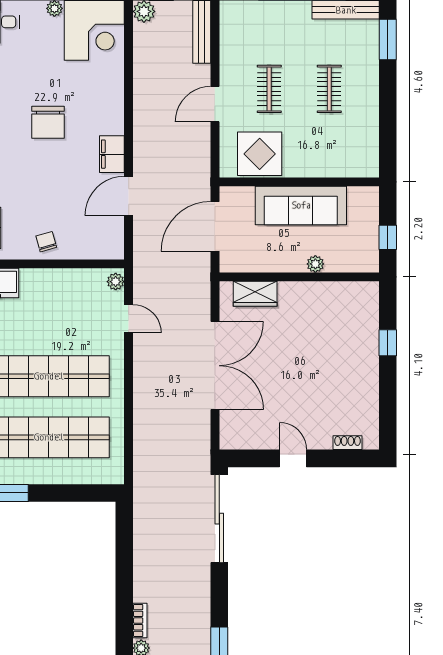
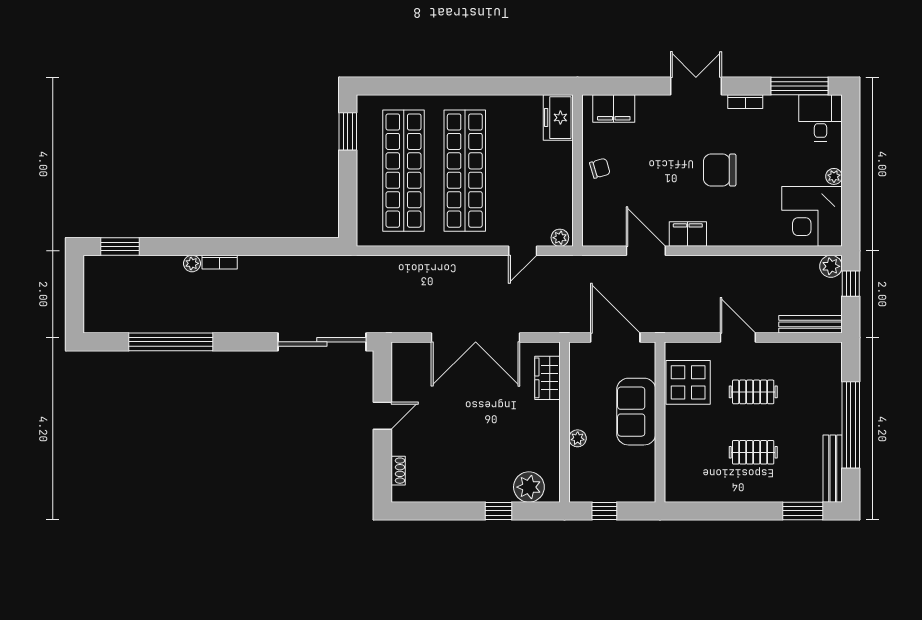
sofa: (301, 205) -> (636, 412), width x0.73
plant: (364, 312) -> (529, 487), added

